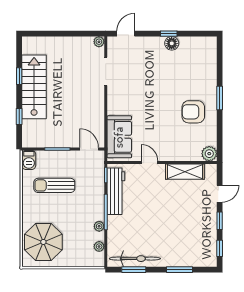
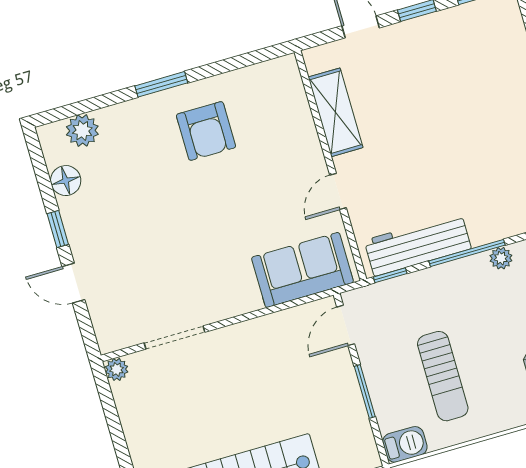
door: (126, 34) -> (73, 283), moved
floor lamp: (172, 43) -> (66, 181), moved
plant: (209, 154) -> (82, 131), moved

